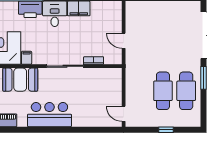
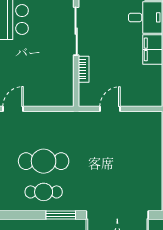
cafe table: (186, 91) -> (44, 192), width x0.73, depth x0.74

